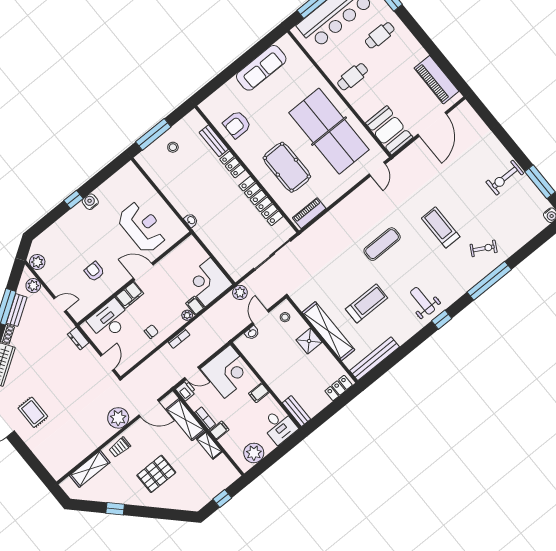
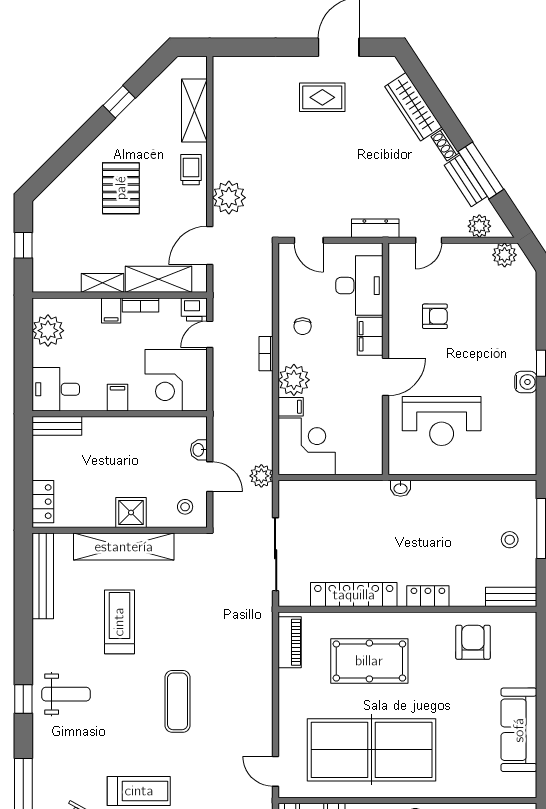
bench: (214, 141) -> (511, 597), moved
treadmill: (367, 303) -> (119, 622), turned 180
plant: (187, 315) -> (294, 380), width x1.88, depth x1.88
dresser: (78, 339) -> (375, 228), width x1.44

